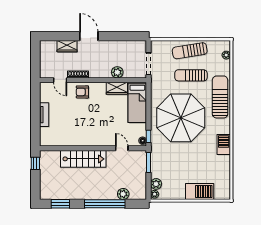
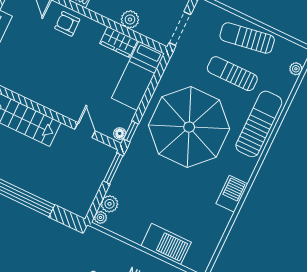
plant: (123, 194) -> (56, 196), removed

